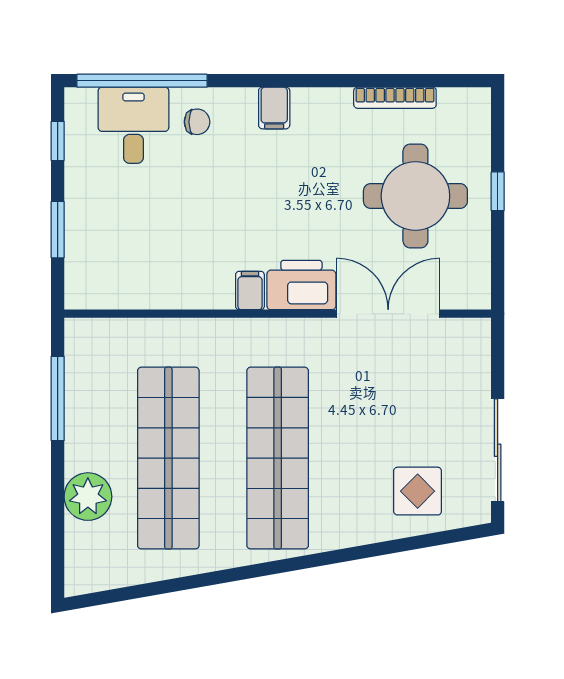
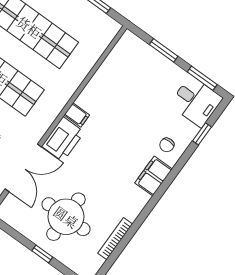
window: (142, 81) -> (202, 134), width x0.32
filing cabinet: (274, 108) -> (154, 176), width x2.00
desk: (133, 125) -> (196, 101), moved
window: (58, 141) -> (202, 78), width x1.50

